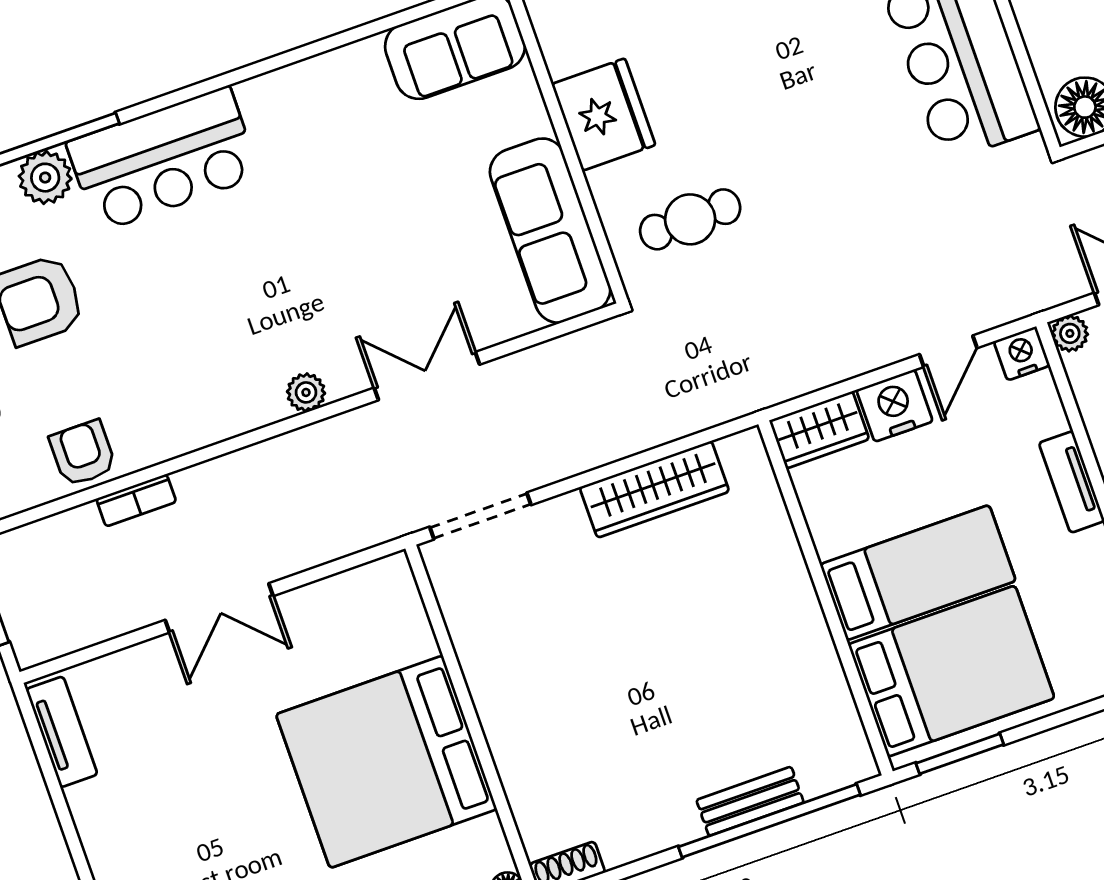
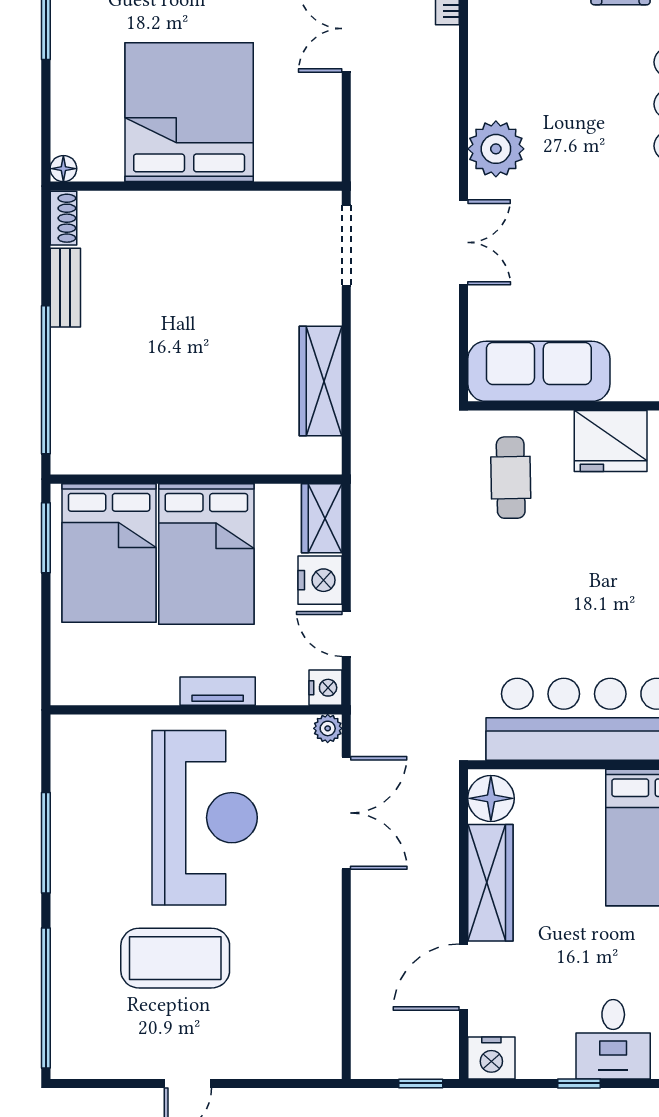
plant: (306, 392) -> (496, 149), width x1.87, depth x1.87
bed: (918, 573) -> (206, 554), width x1.50
bench: (750, 801) -> (65, 288), moved

